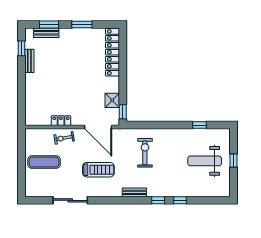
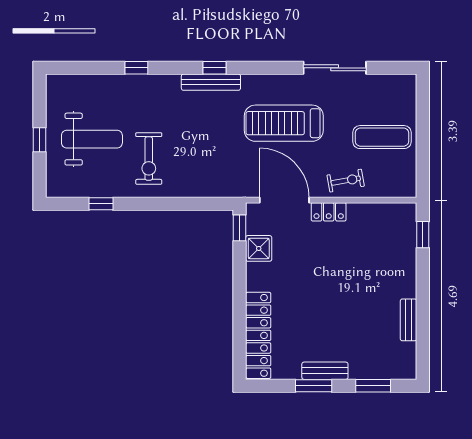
bench: (46, 33) -> (325, 371), moved
window: (22, 48) -> (423, 235), moved
locker: (61, 121) -> (329, 212), moved
exercise bike: (145, 153) -> (149, 158), moved
treadmill: (98, 170) -> (284, 123), width x1.37, depth x1.38
bench: (134, 192) -> (211, 82), width x1.36
window: (158, 200) -> (214, 68), moved

